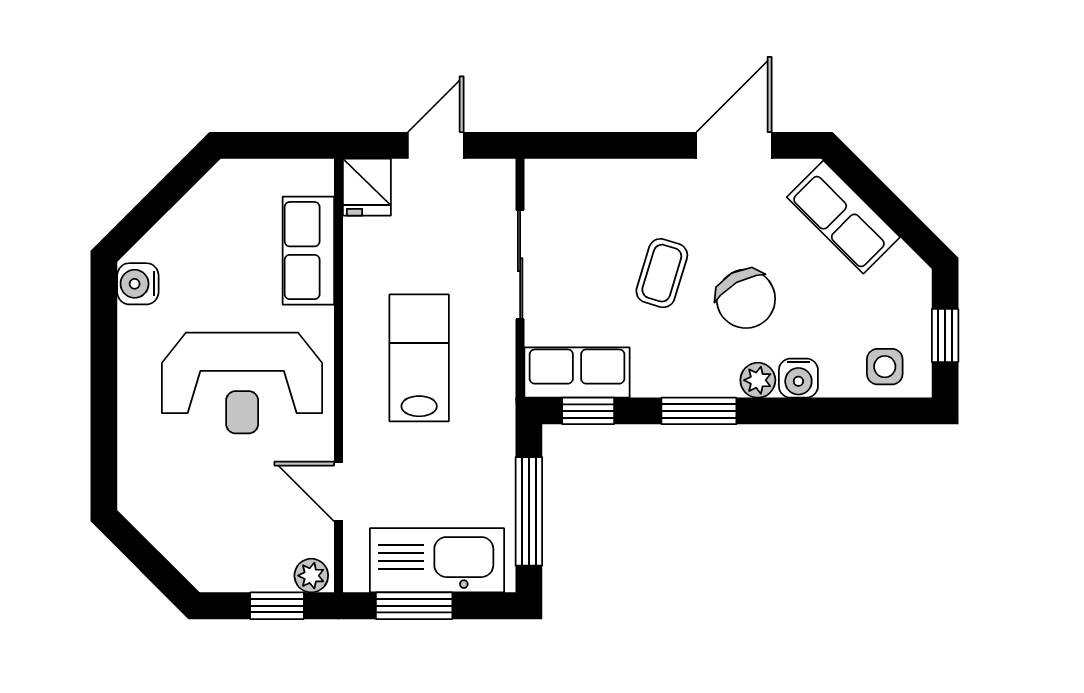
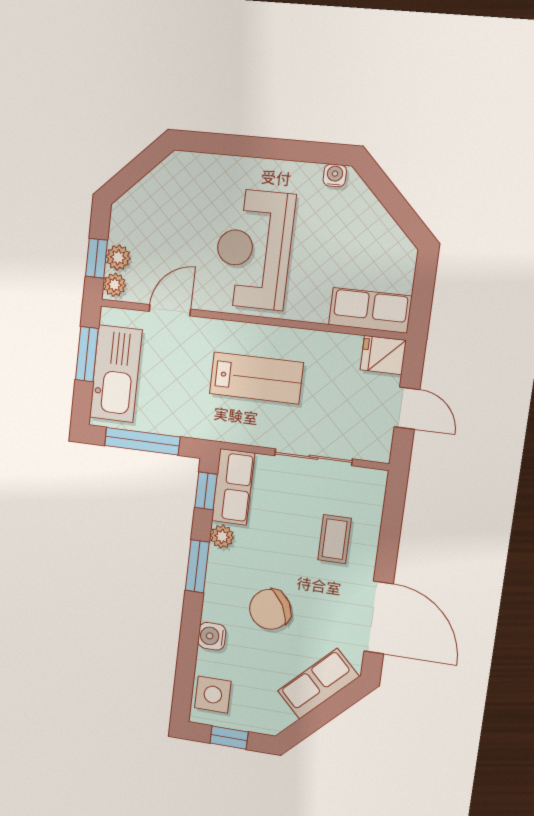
door: (734, 145) -> (379, 617), width x1.36
row of seats: (308, 251) -> (370, 310), moved
coffee table: (662, 273) -> (335, 539), moved, turned 73
water cooler: (138, 284) -> (335, 175), width x0.72, depth x0.72
side table: (885, 367) -> (213, 695), width x1.37, depth x1.37
plant: (758, 380) -> (222, 537), moved
plant: (273, 574) -> (118, 257), added

